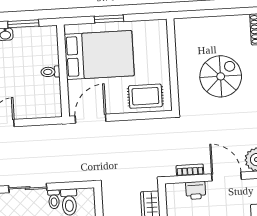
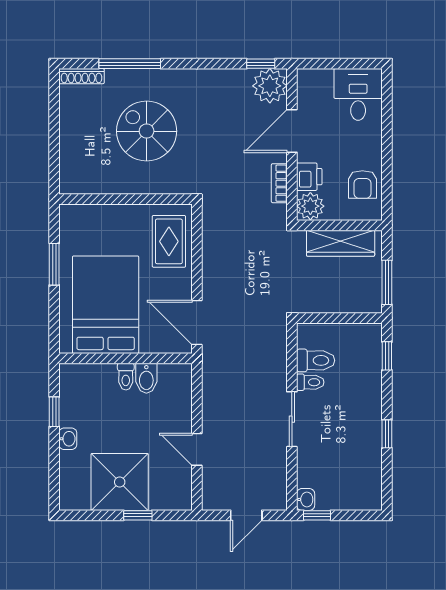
window: (109, 19) -> (54, 264), moved
window: (23, 24) -> (54, 412), width x0.67
bidet: (50, 86) -> (146, 378), added
plant: (175, 192) -> (310, 206), added

